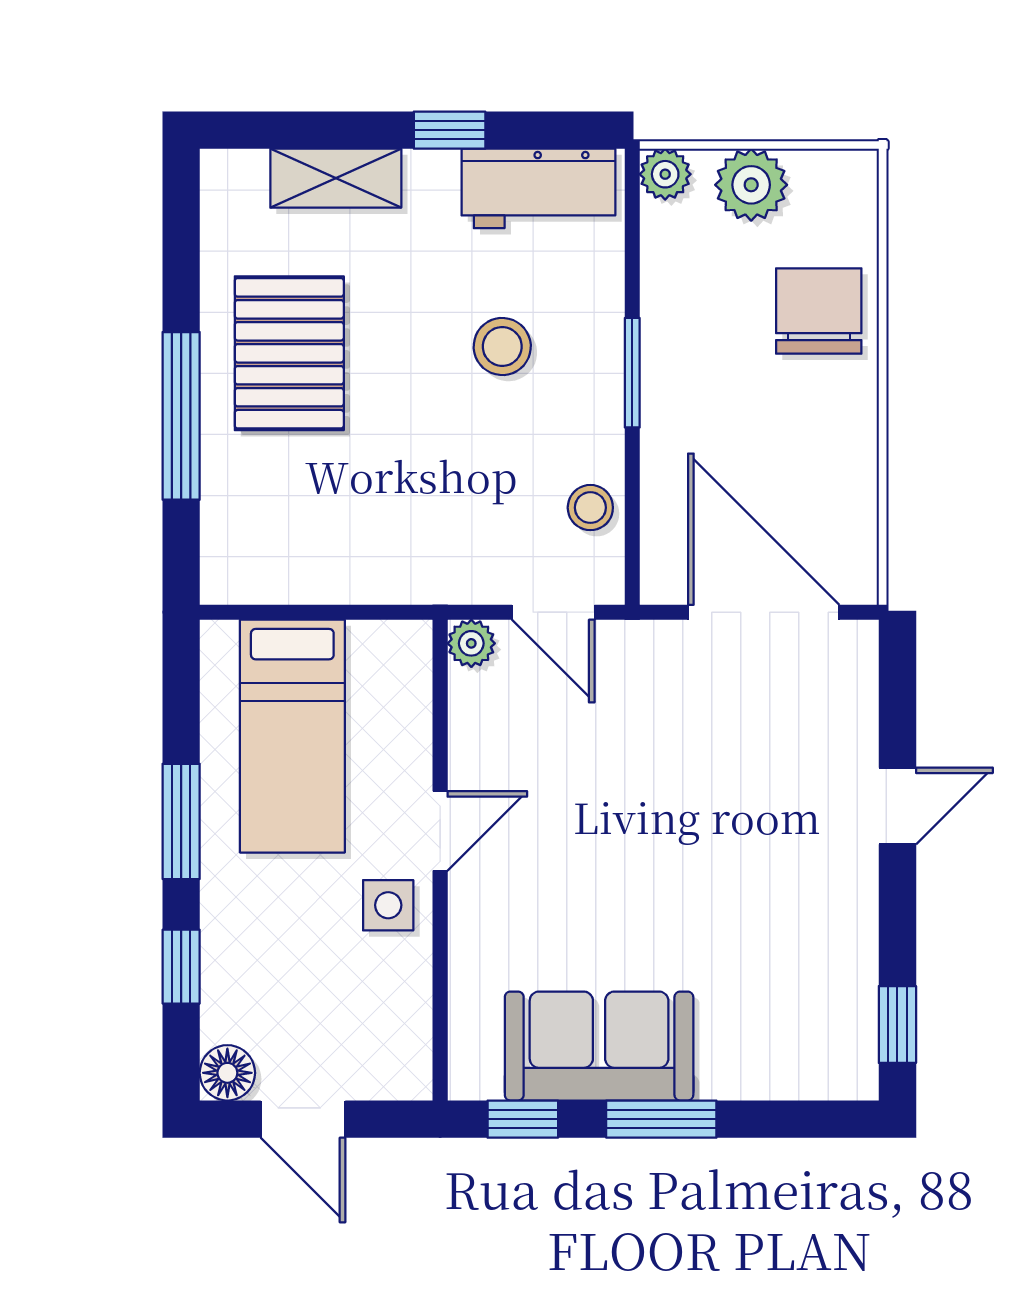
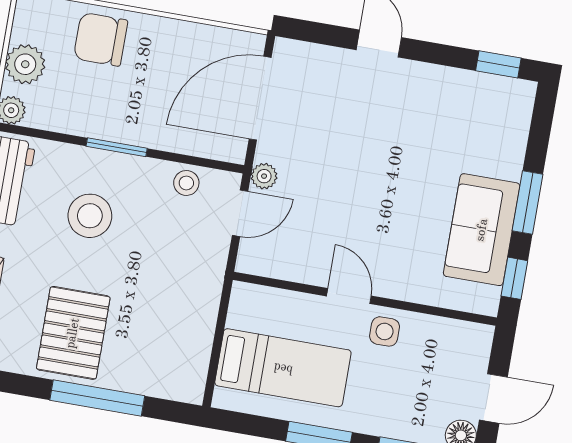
stool: (502, 346) -> (90, 216), width x1.38, depth x1.38
pallet: (289, 353) -> (73, 333), turned 90
plant: (471, 643) -> (264, 176), moved

